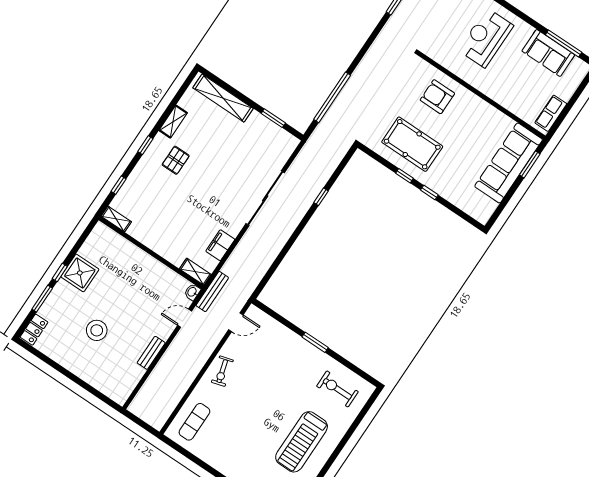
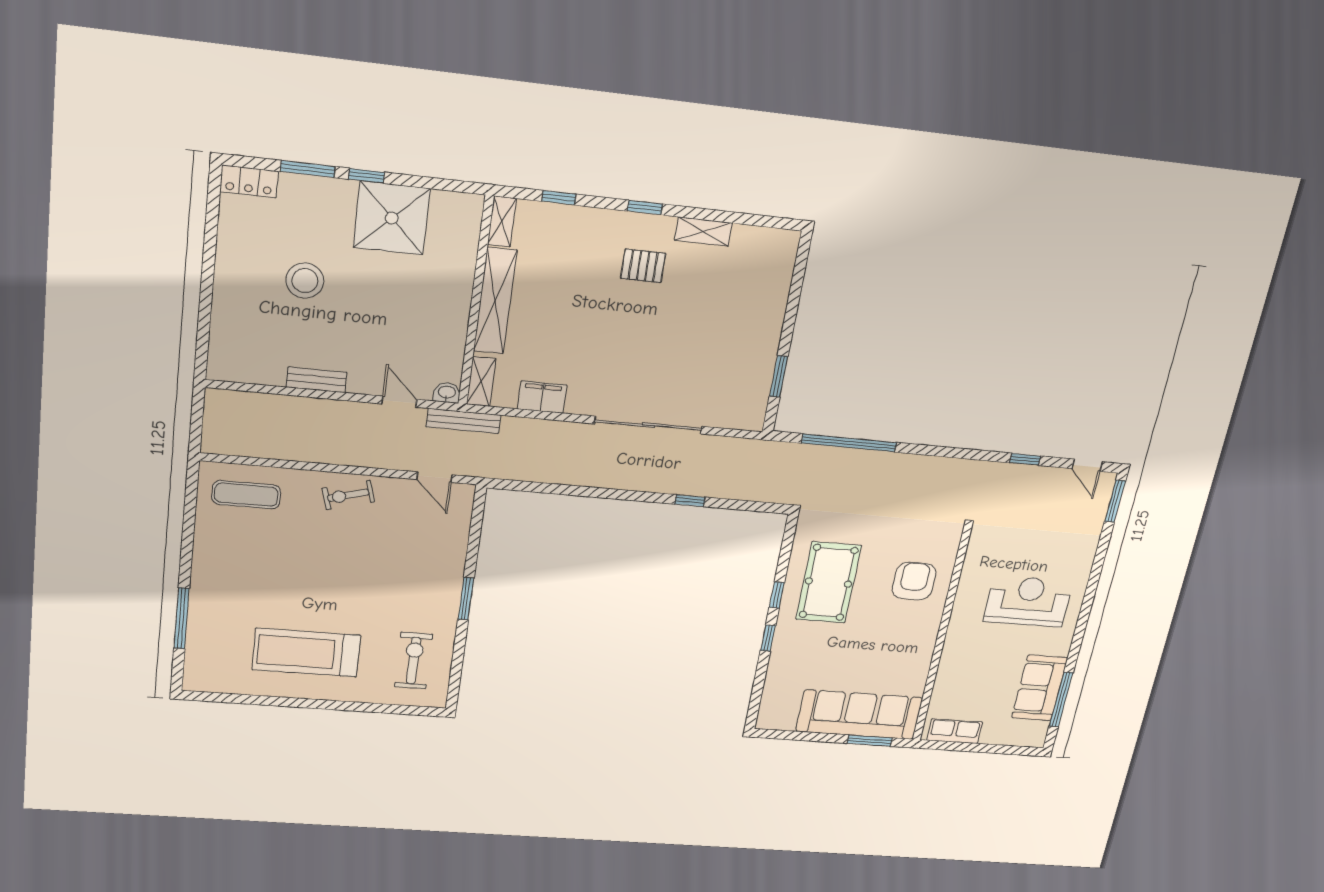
shelving: (223, 98) -> (495, 301), moved
shower: (80, 273) -> (392, 218), width x1.37, depth x1.37

